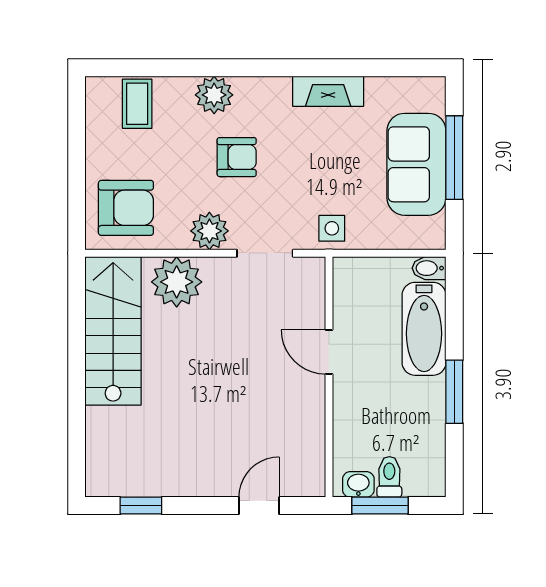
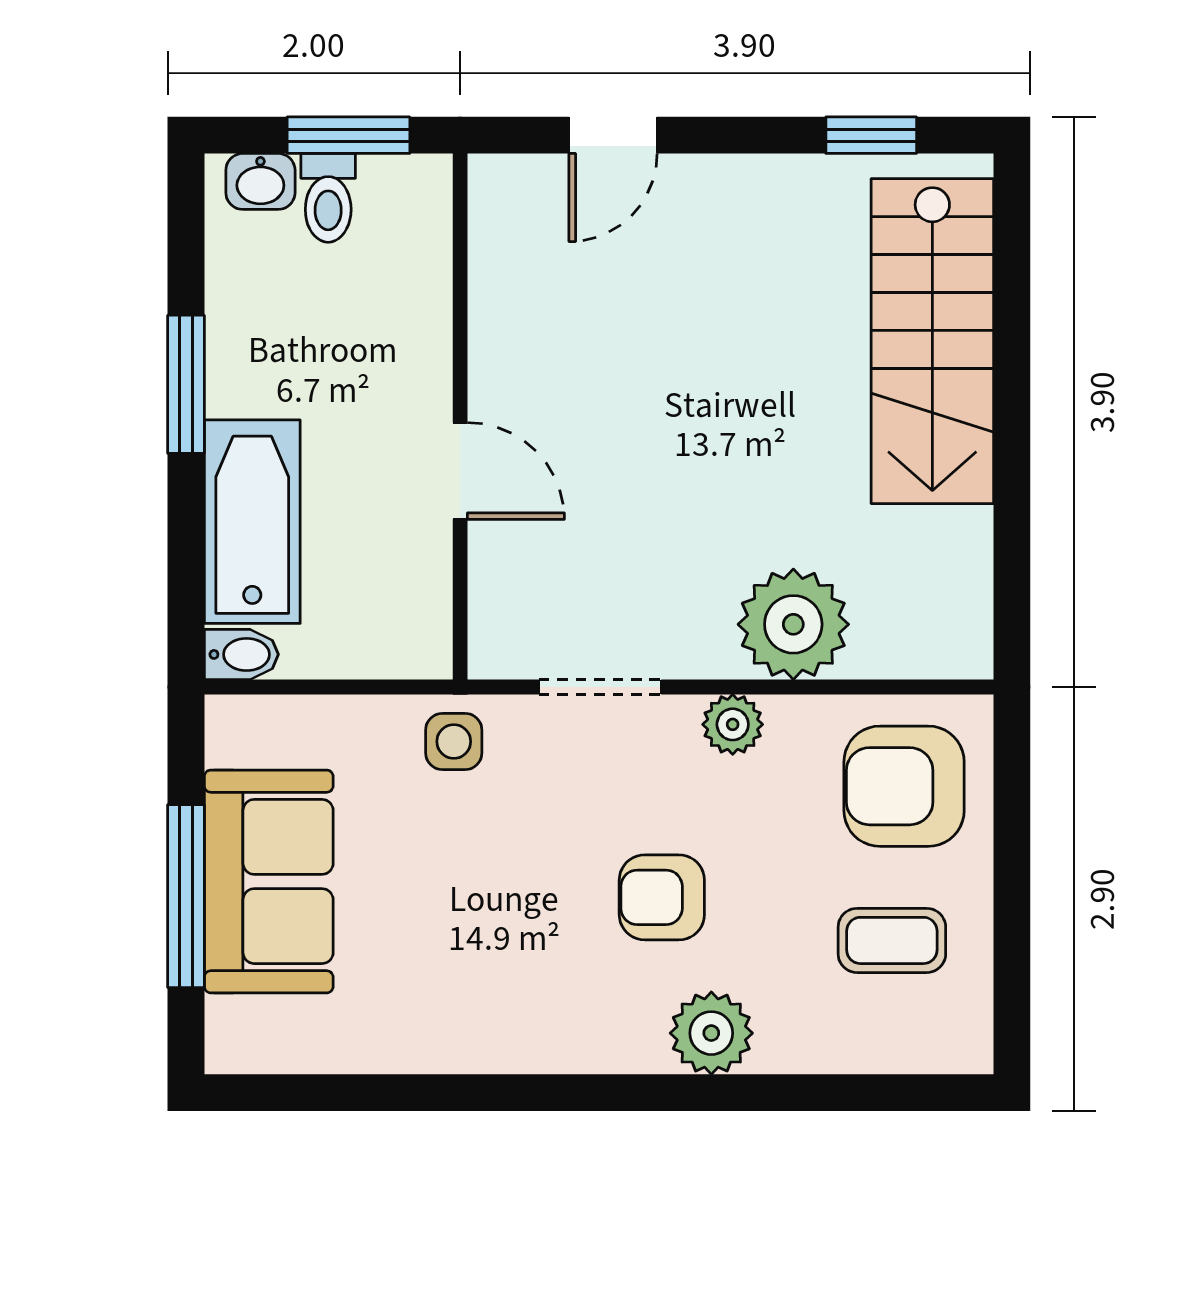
fireplace: (328, 91) -> (462, 1041), removed
coffee table: (137, 104) -> (892, 940), moved, turned 90
plant: (209, 231) -> (733, 724), width x0.73, depth x0.73
stairs: (113, 331) -> (932, 341), moved
washbasin: (358, 484) -> (260, 181), moved

